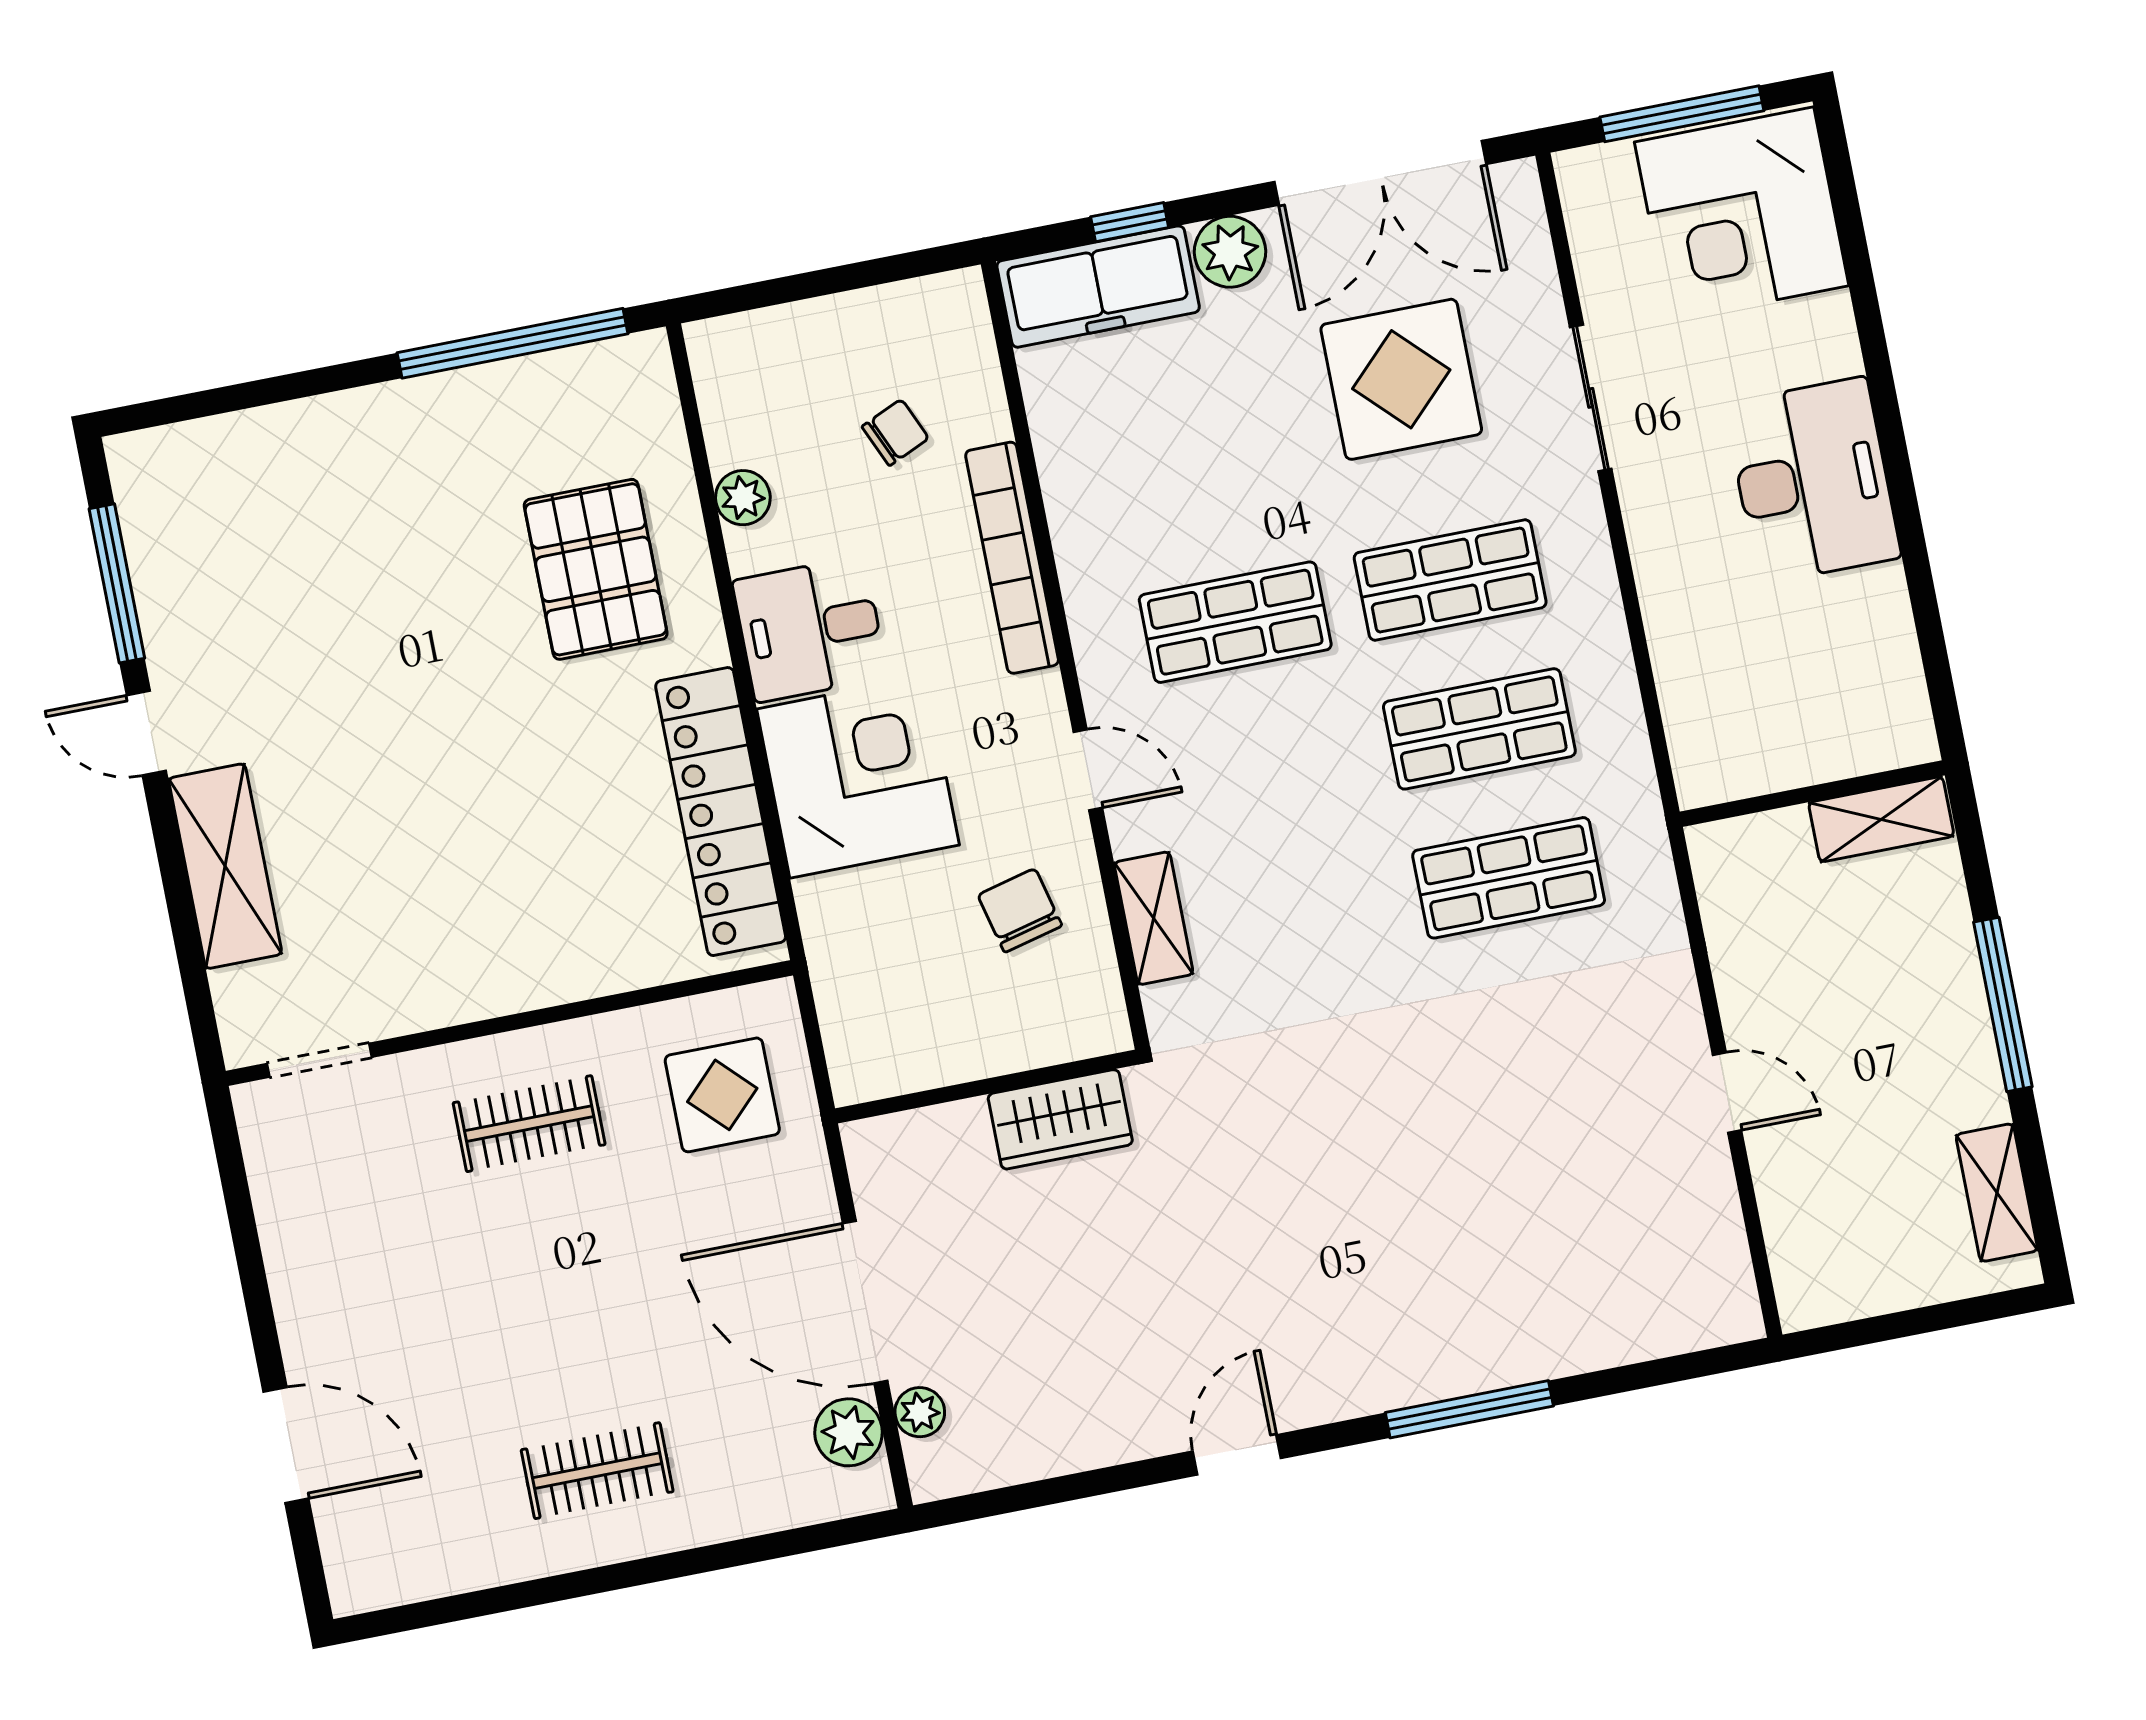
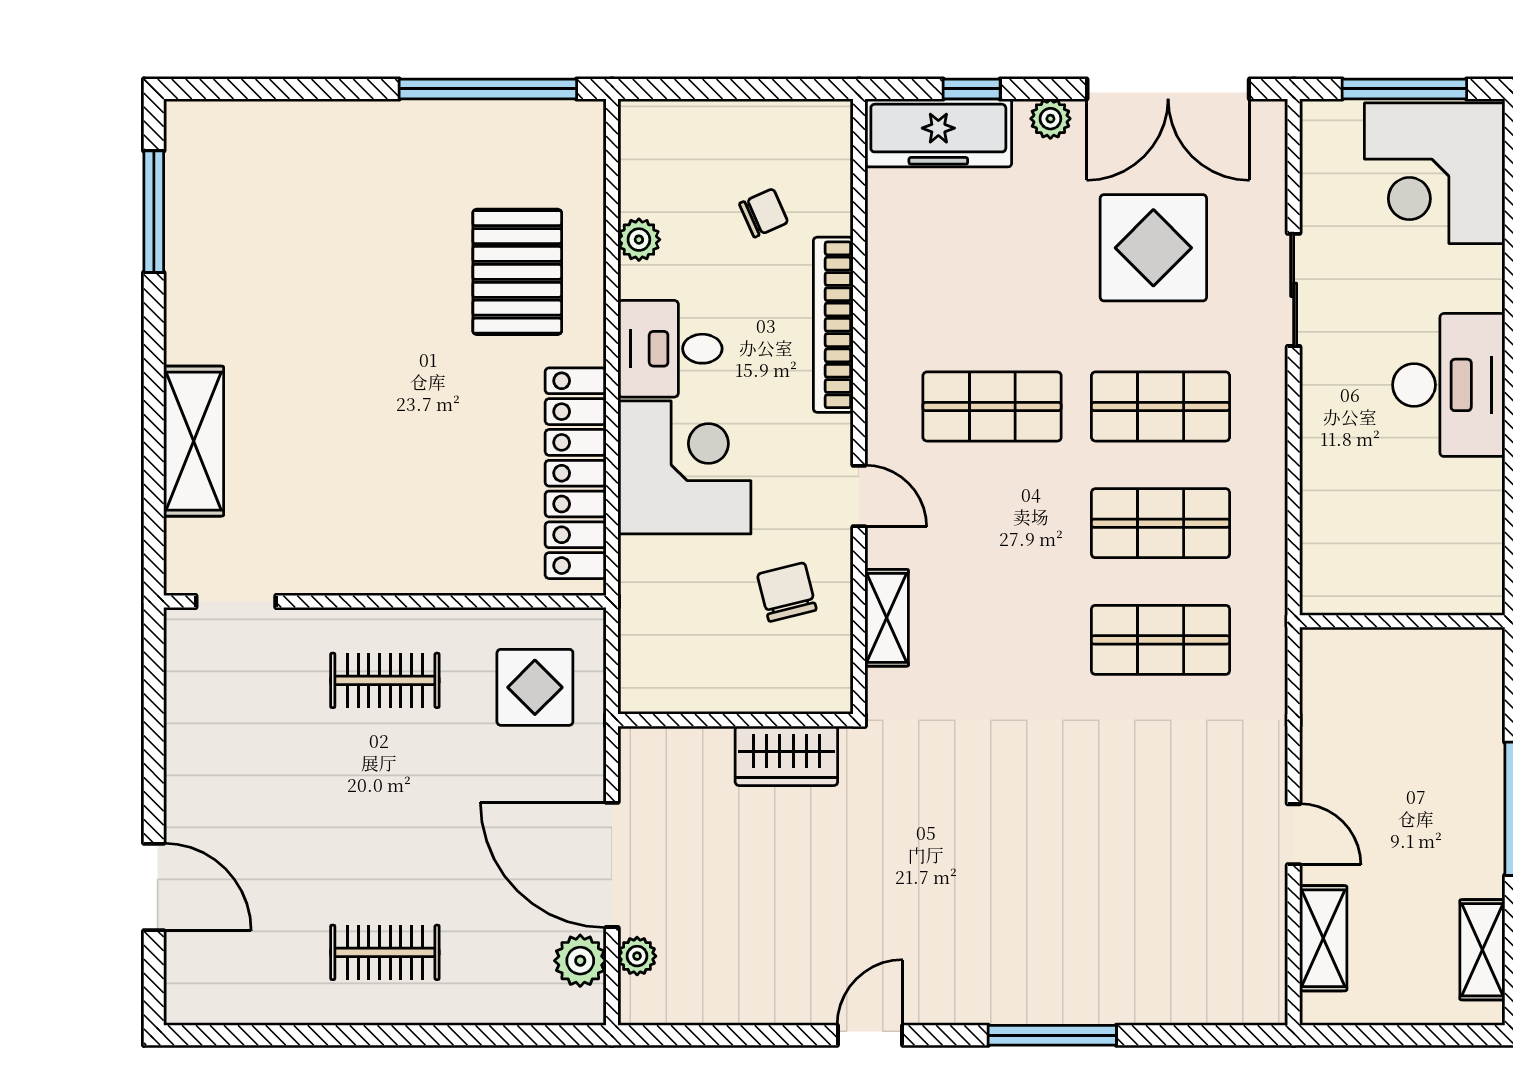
plant: (1230, 252) -> (1050, 119), width x0.73, depth x0.73
door: (146, 733) -> (154, 329), removed
shelving: (1881, 819) -> (1323, 938), moved, turned 90

